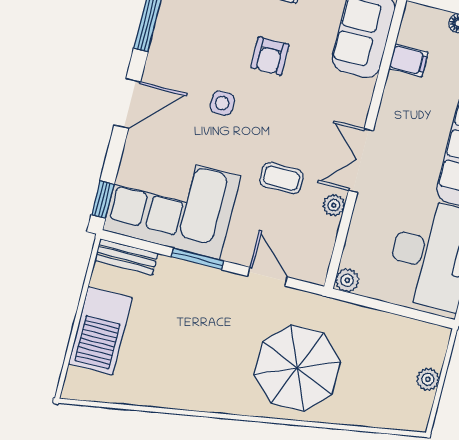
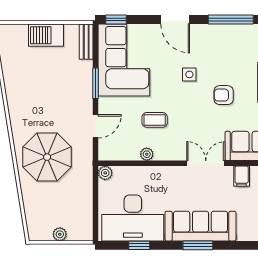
double door: (361, 161) -> (206, 163), moved
coffee table: (282, 178) -> (155, 120), turned 90
barbecue: (100, 331) -> (46, 35), width x0.73, depth x0.83

